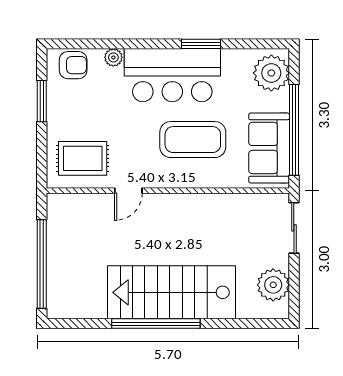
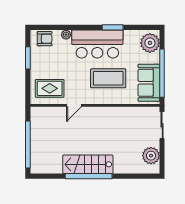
stairs: (172, 292) -> (88, 164), width x0.73, depth x0.66

